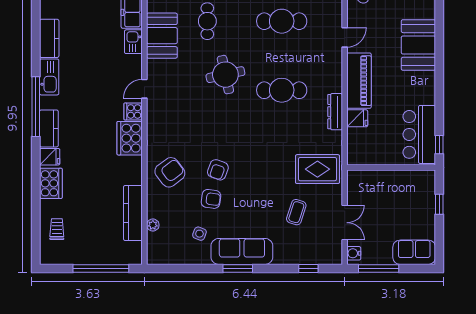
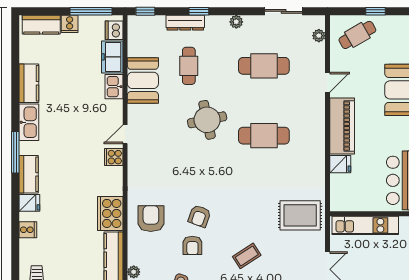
window: (36, 107) -> (15, 152), width x0.68
dresser: (335, 112) -> (318, 157), removed
cooker: (130, 138) -> (110, 213), moved
armchair: (170, 172) -> (151, 219), turned -53
kitchen unit: (382, 179) -> (365, 225), added
cooker: (51, 183) -> (28, 230), width x0.53, depth x0.76
armchair: (211, 199) -> (192, 245), turned 82
coffee table: (296, 212) -> (247, 256), moved, turned 39

